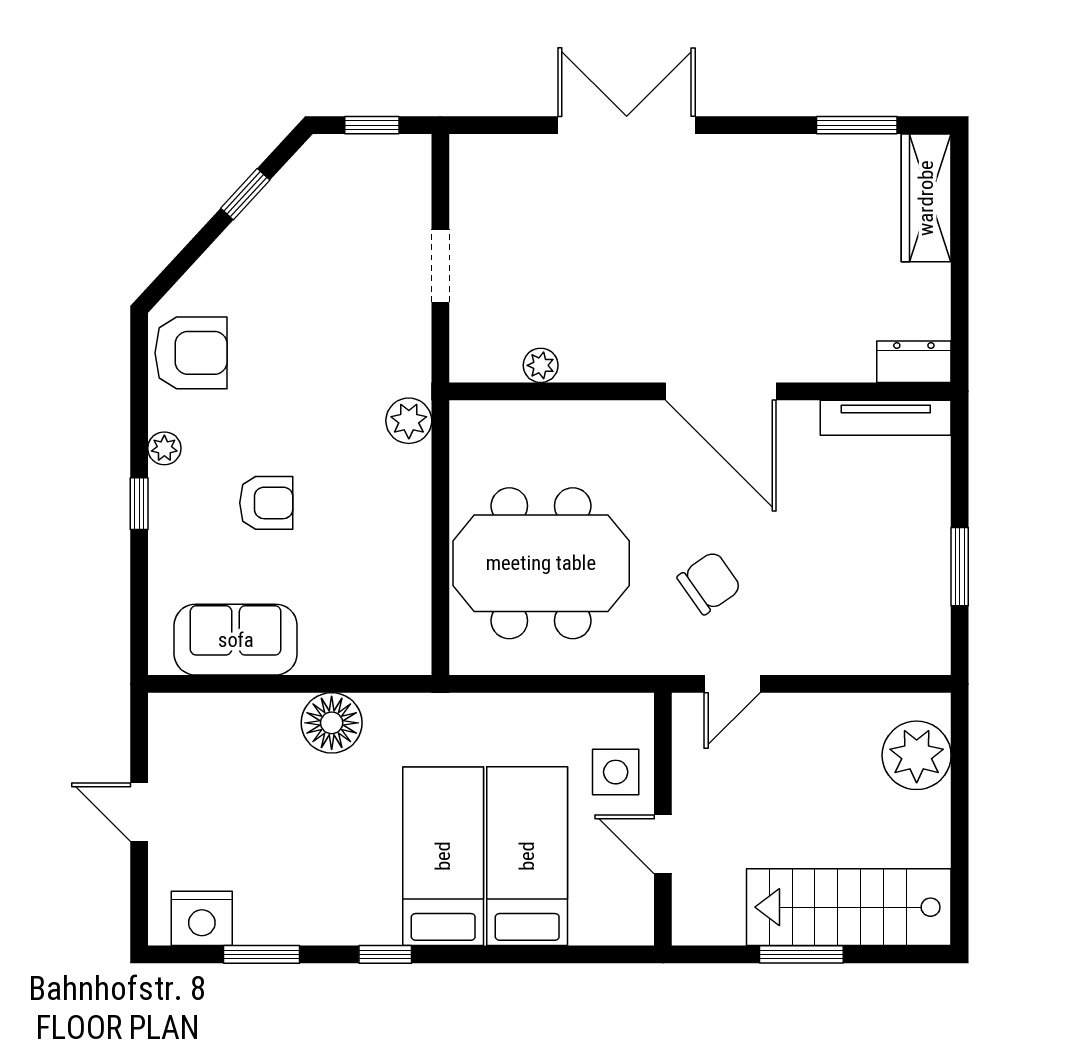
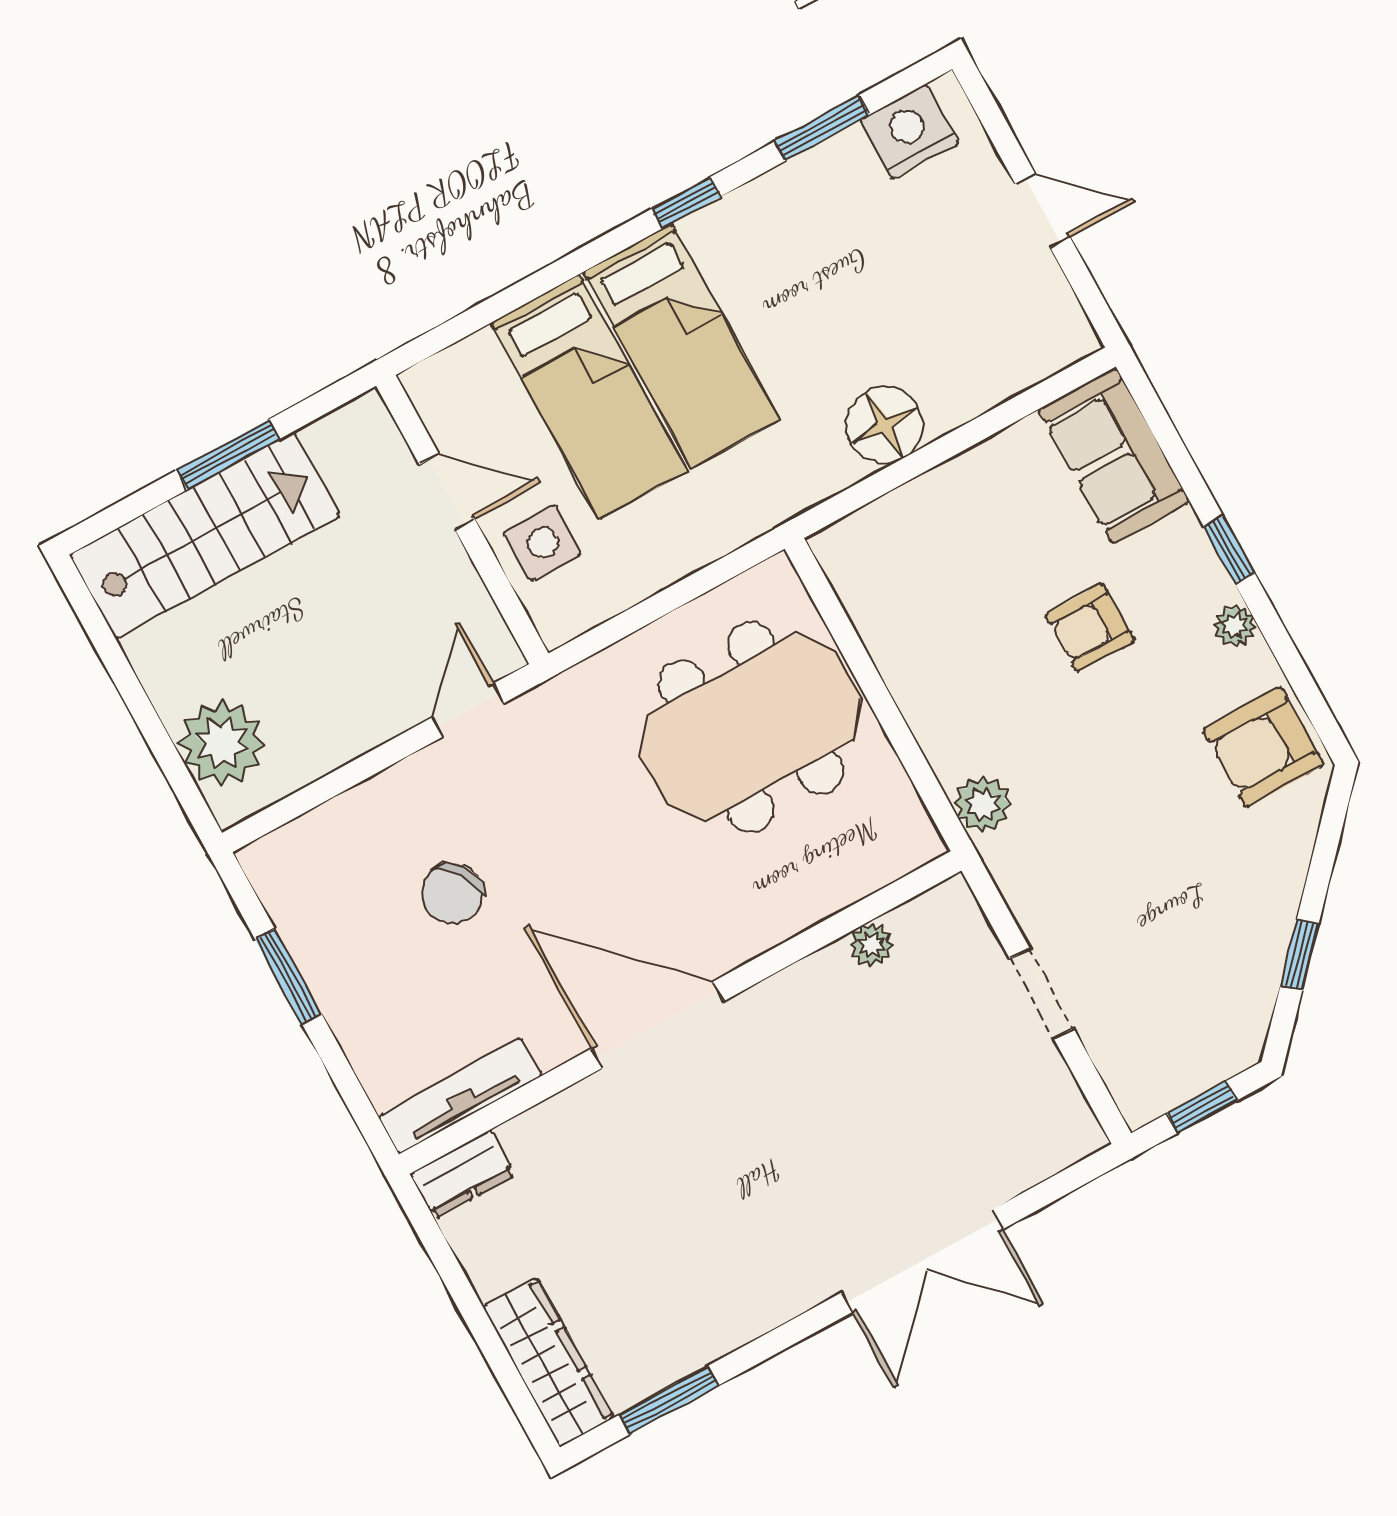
chair: (709, 583) -> (452, 893), moved
sofa: (236, 640) -> (1114, 455), moved, turned 90

